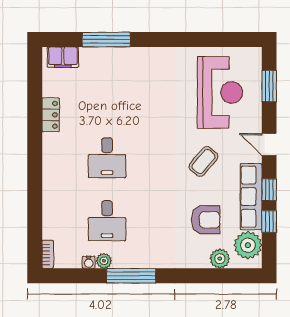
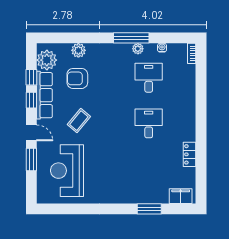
window: (106, 40) -> (149, 209), width x0.69
window: (269, 86) -> (31, 159), moved
plant: (220, 259) -> (78, 50), moved
plant: (104, 261) -> (138, 49), moved

